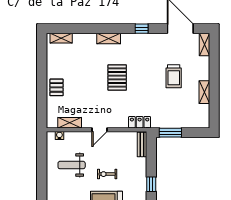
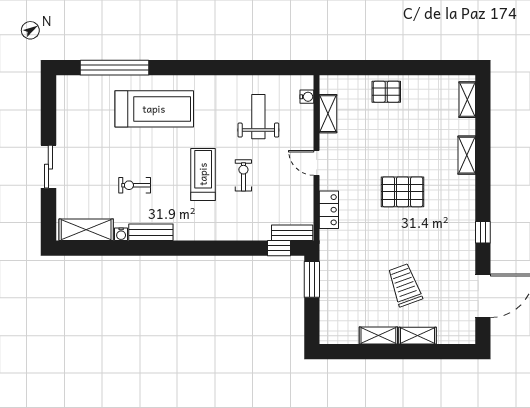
shelving: (109, 39) -> (467, 155), moved
shelving: (204, 45) -> (417, 336), moved
trolley: (174, 76) -> (405, 285), turned 70
locker: (140, 122) -> (329, 210), moved
window: (151, 184) -> (279, 248), moved

